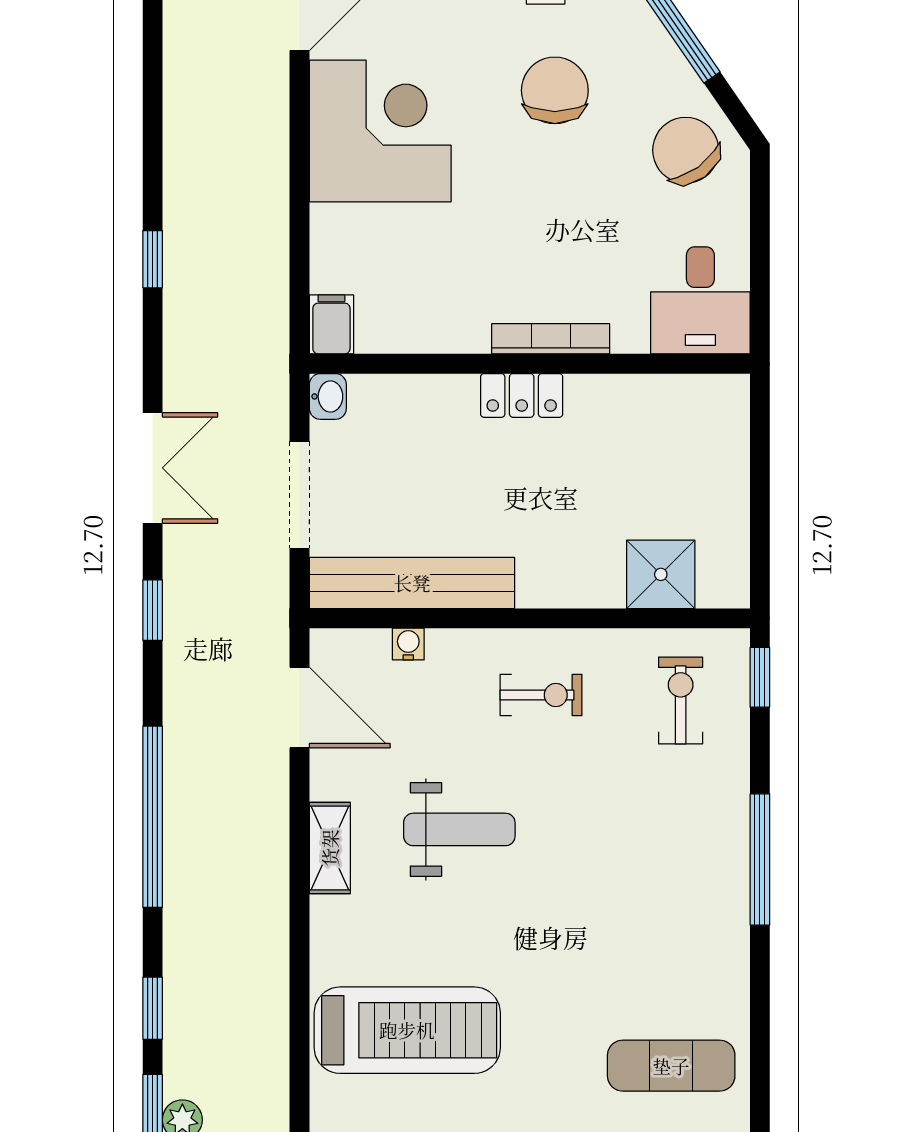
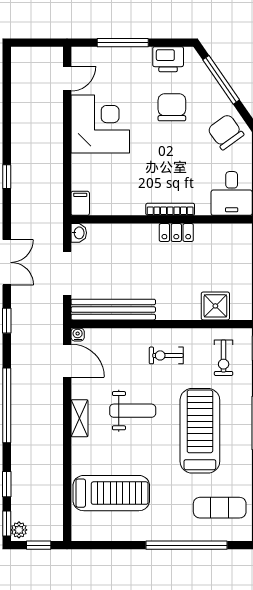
locker: (522, 395) -> (176, 233), moved
water cooler: (408, 644) -> (78, 335), moved
exercise bike: (541, 695) -> (166, 355), turned 180
exercise bike: (681, 701) -> (224, 358), turned 180
treadmill: (623, 878) -> (200, 431), added

